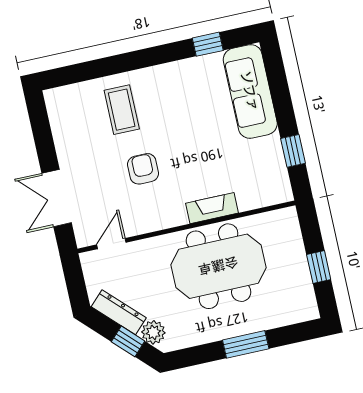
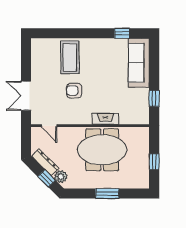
coffee table: (122, 110) -> (70, 57), width x1.36, depth x1.32
armchair: (143, 169) -> (74, 91), turned -90
door: (111, 244) -> (49, 126), swing flipped

